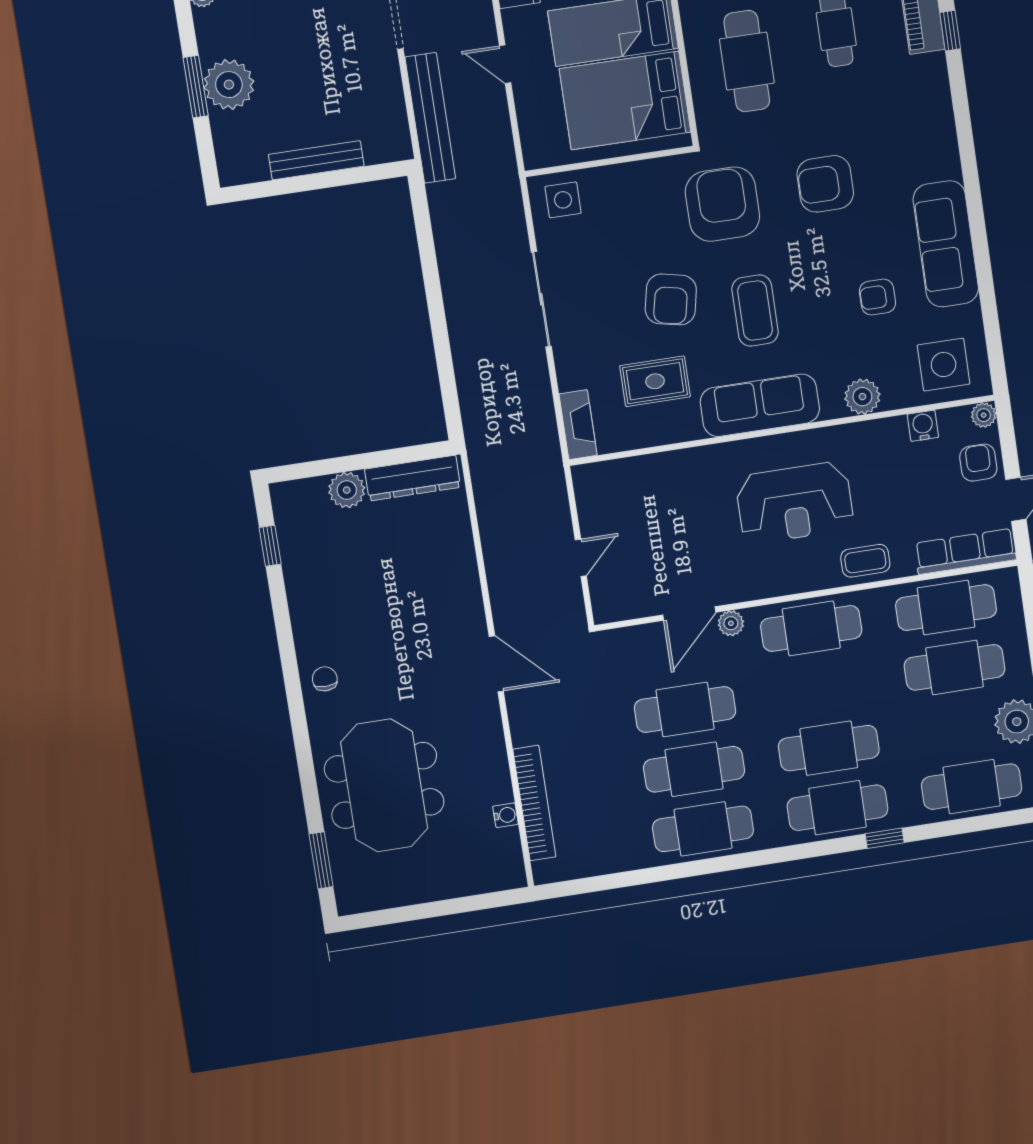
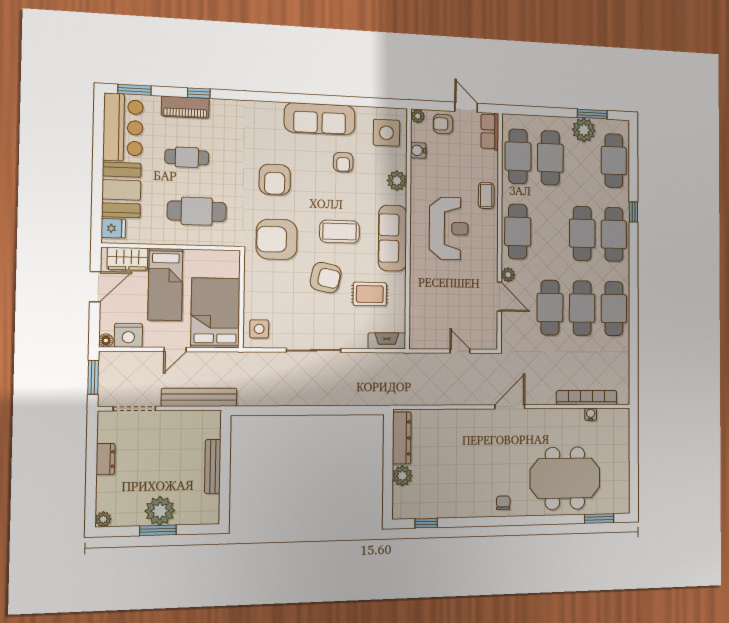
bed: (625, 100) -> (215, 313), moved, turned 180
rug: (655, 381) -> (370, 294), turned 90
row of seats: (965, 551) -> (490, 131), width x0.68
chair: (325, 679) -> (503, 503), turned 90

